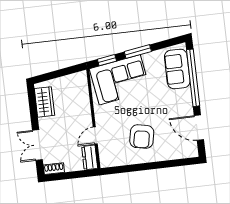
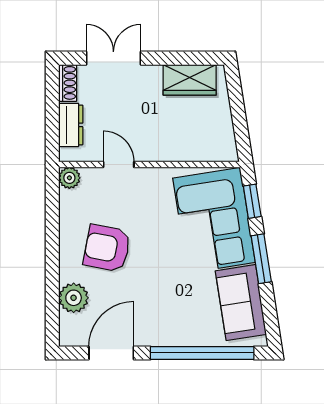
sofa: (177, 69) -> (241, 303), moved, turned -99
plant: (171, 152) -> (74, 298), added
dresser: (90, 157) -> (71, 125), moved, turned 90
plant: (106, 162) -> (69, 178), added

